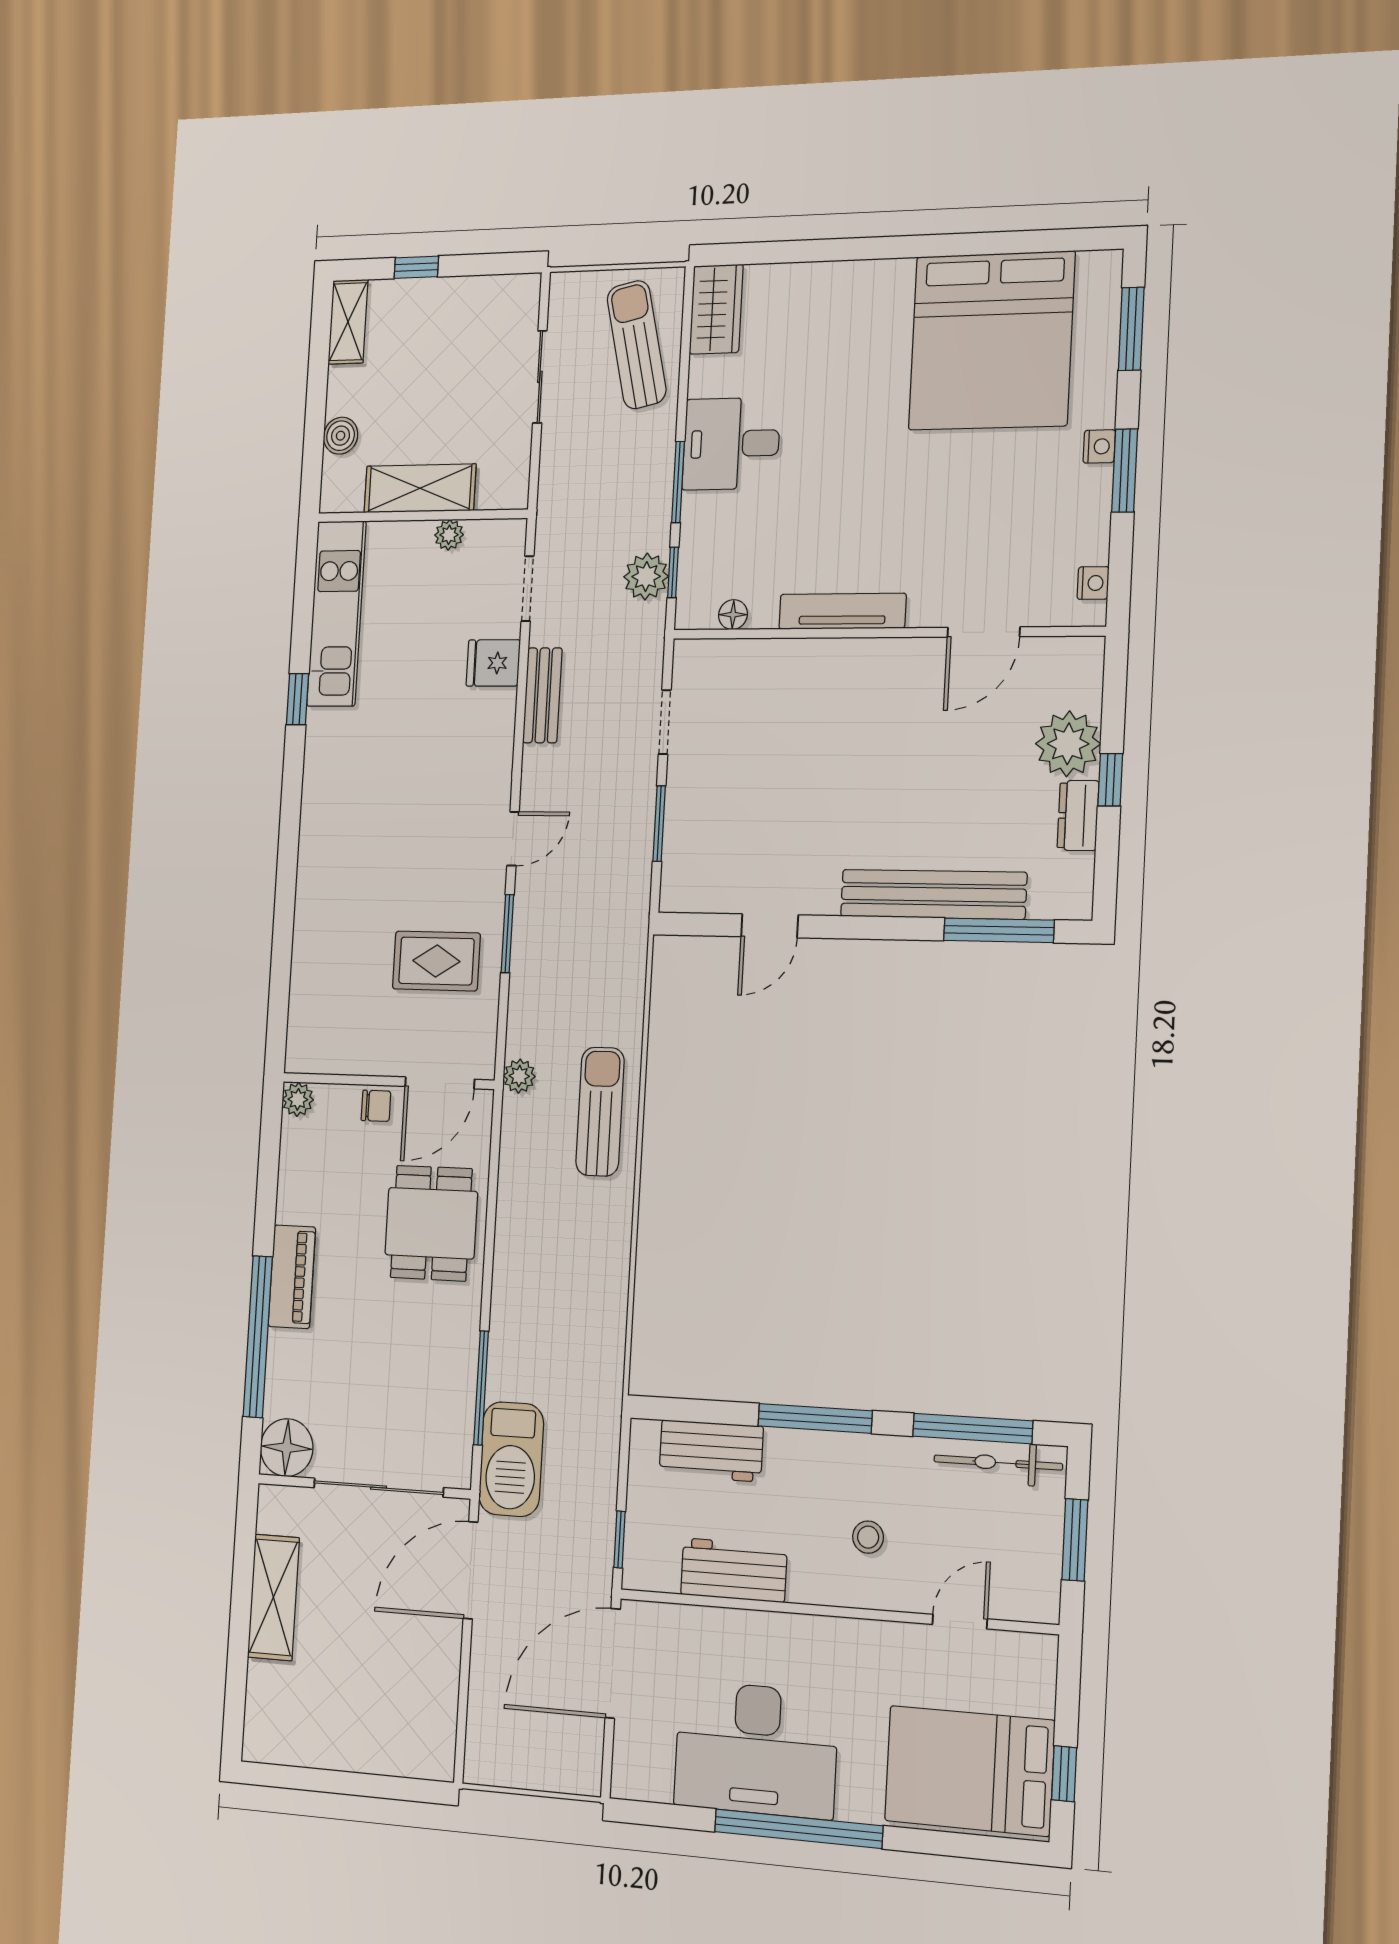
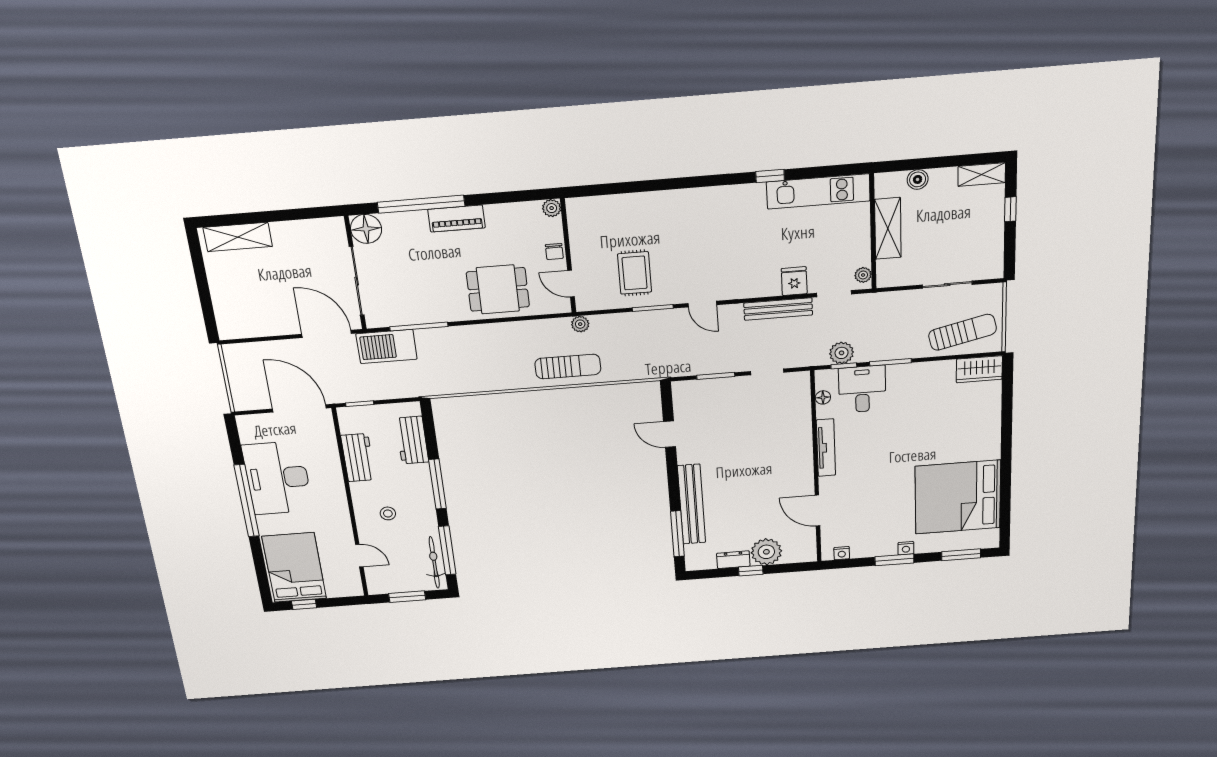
desk: (731, 444) -> (862, 389), moved
plant: (449, 535) -> (863, 275), moved
bench: (542, 695) -> (778, 309), width x1.36
door: (440, 1083) -> (571, 284), width x0.73
shelving: (273, 1597) -> (238, 237), moved

